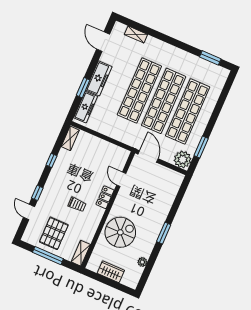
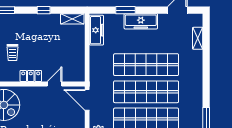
freezer: (86, 107) -> (96, 30), moved, turned -90
door: (148, 156) -> (87, 100), swing flipped

